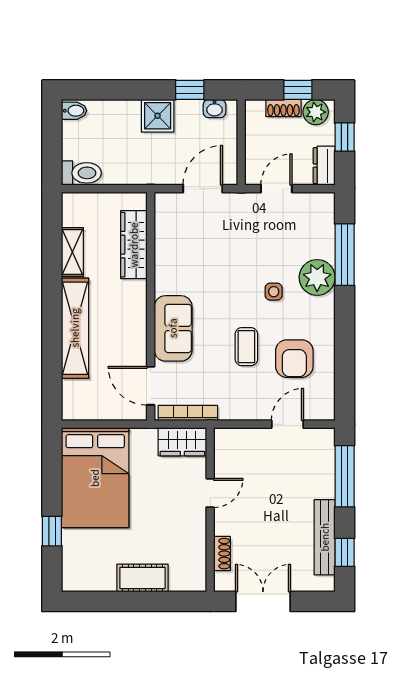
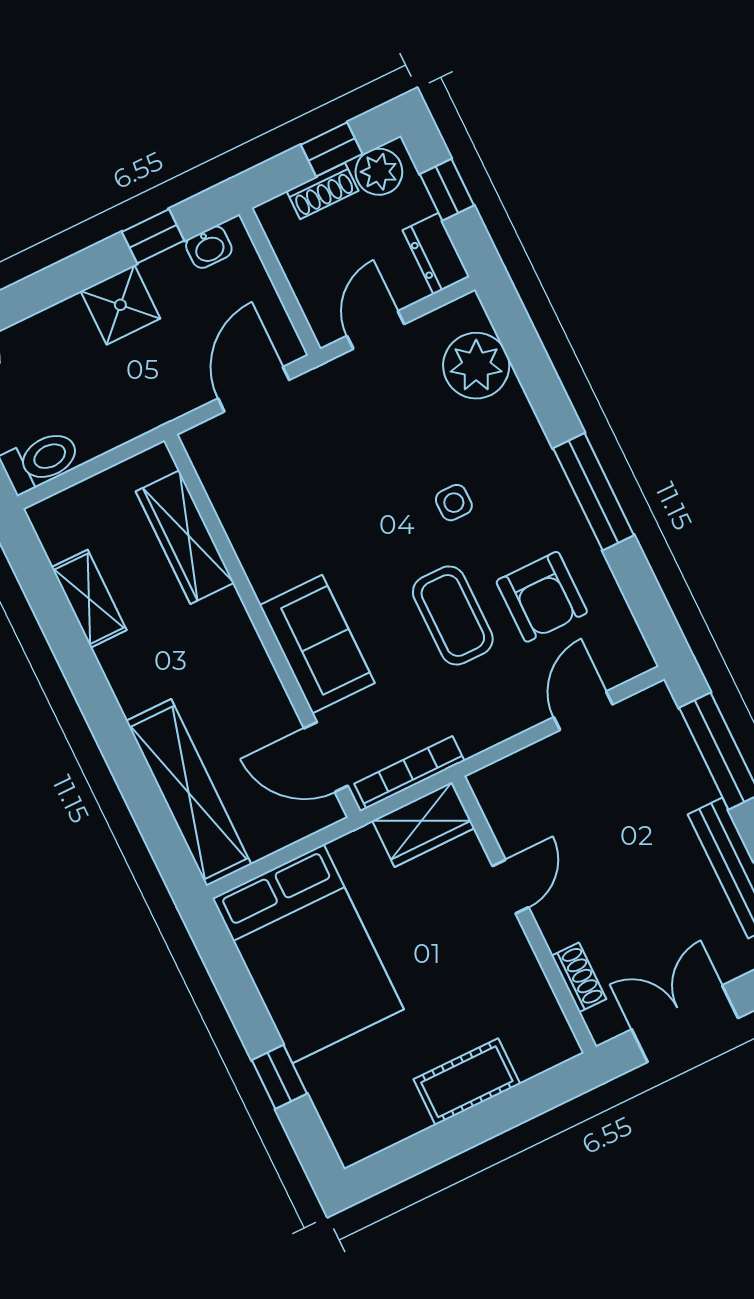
window: (345, 255) -> (594, 492), moved
plant: (317, 277) -> (476, 366), moved
shelving: (75, 328) -> (189, 793), moved
coffee table: (246, 347) -> (453, 615), width x1.36, depth x1.30

